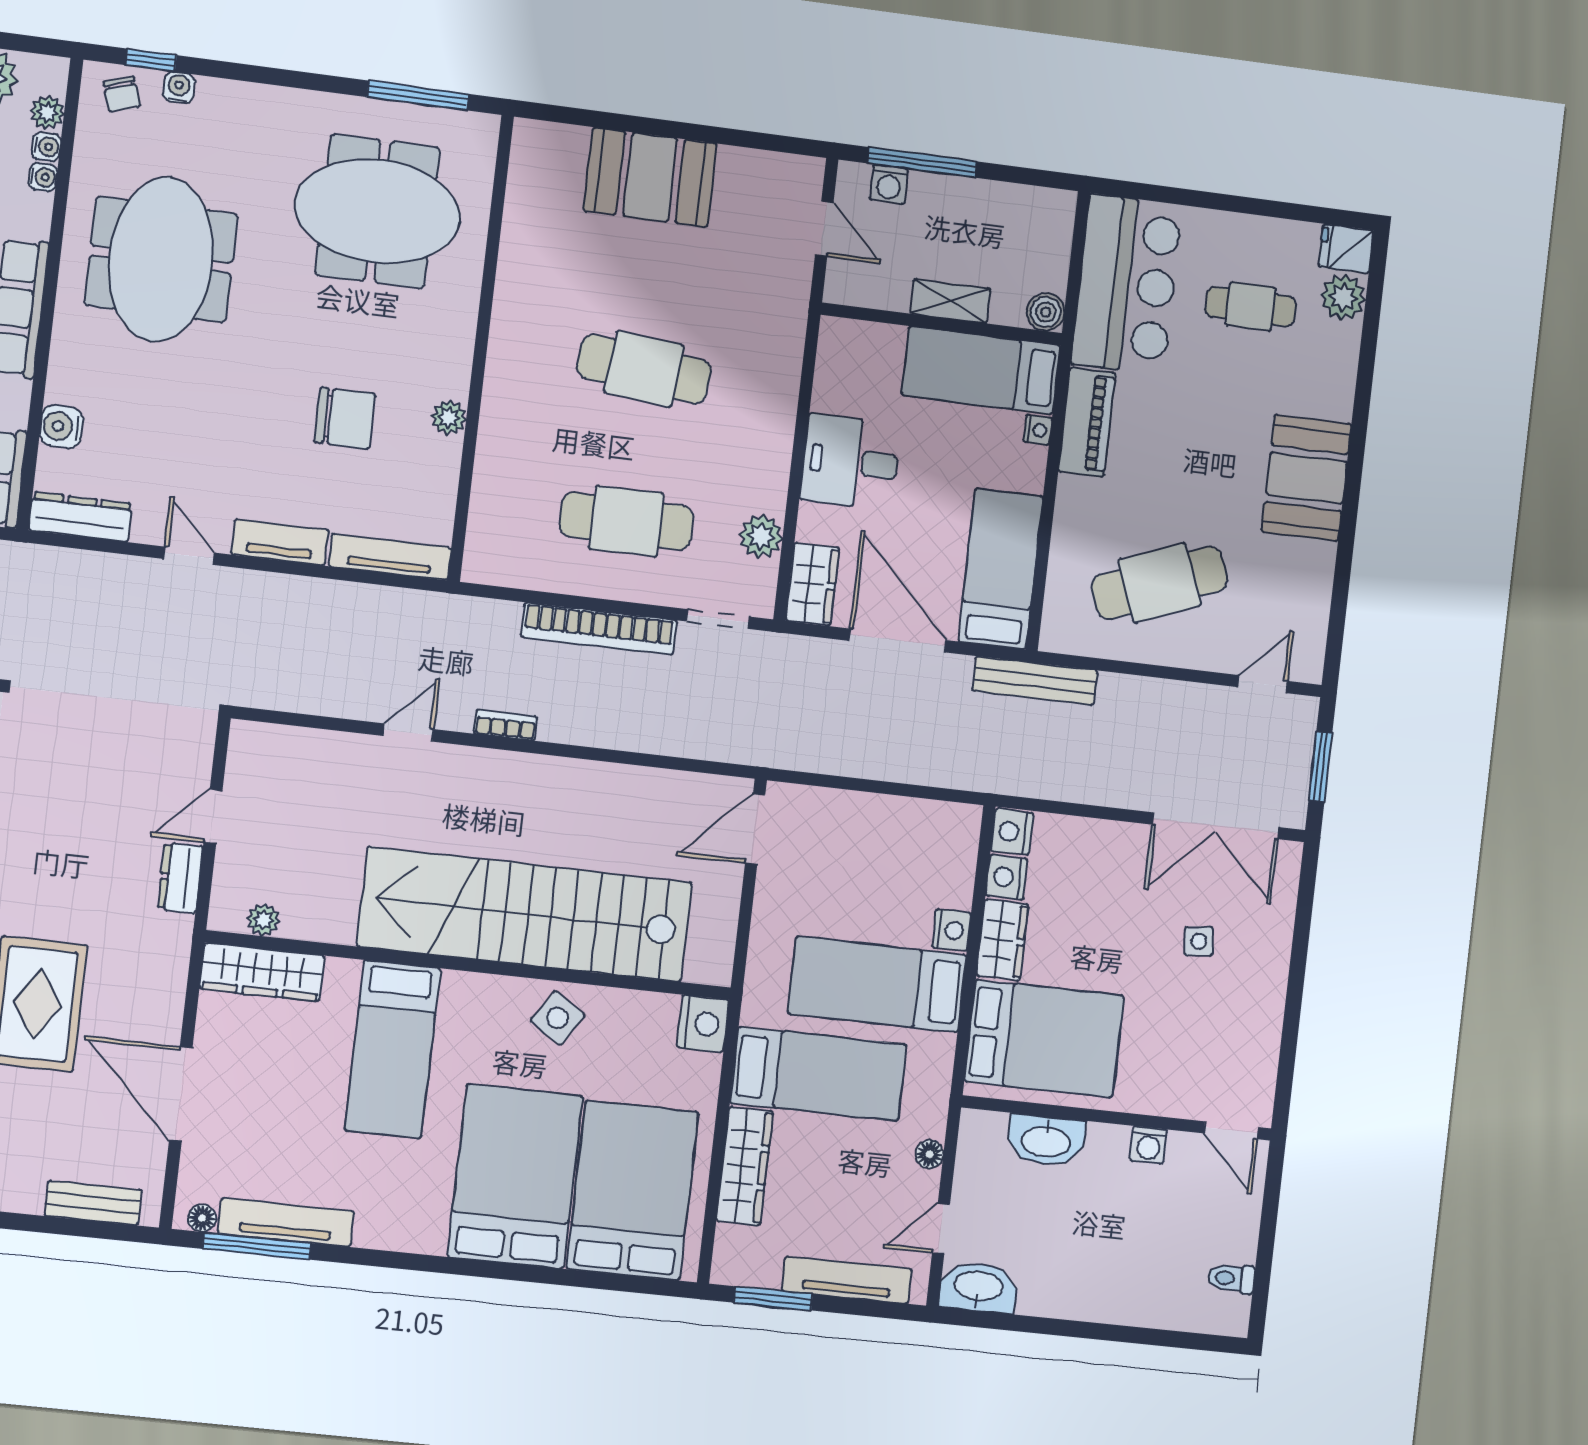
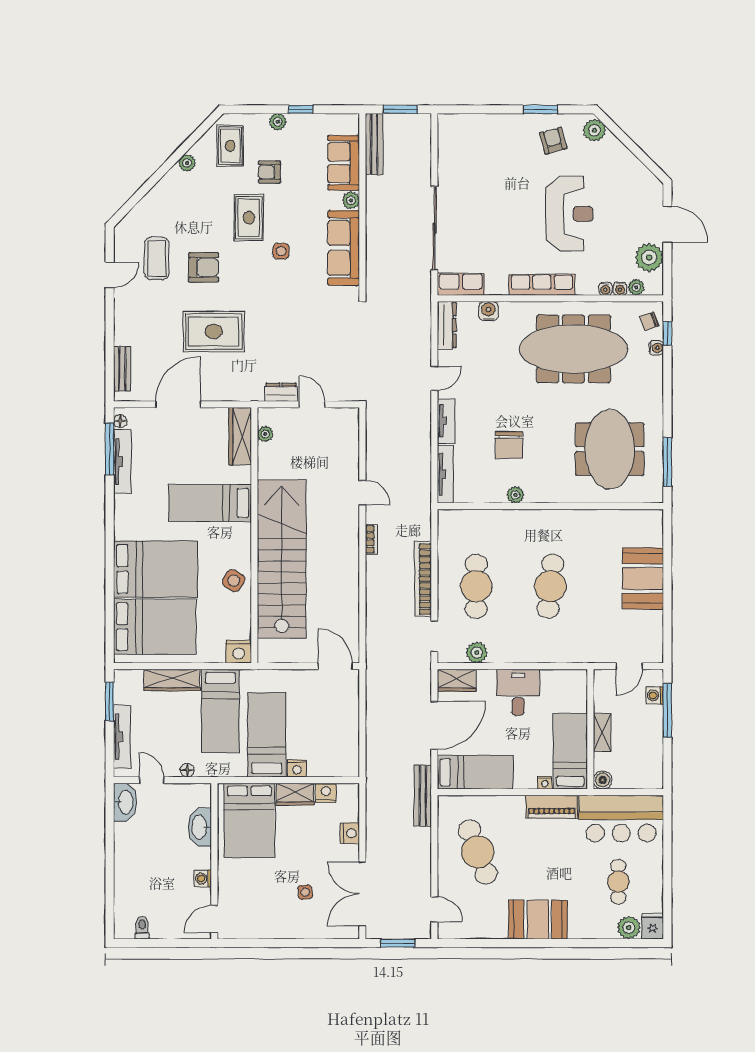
meeting table: (161, 259) -> (574, 349), width x1.36
nightstand: (1012, 832) -> (350, 833), moved, turned 90

